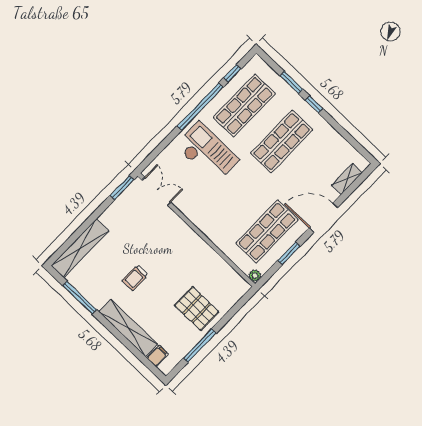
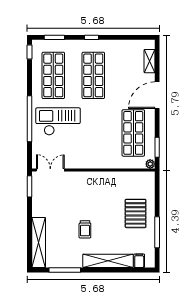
window: (232, 73) -> (29, 52), moved
window: (291, 83) -> (54, 37), moved
window: (200, 107) -> (29, 119), moved
window: (289, 253) -> (157, 147), moved
pallet: (197, 309) -> (136, 213), turned 90

